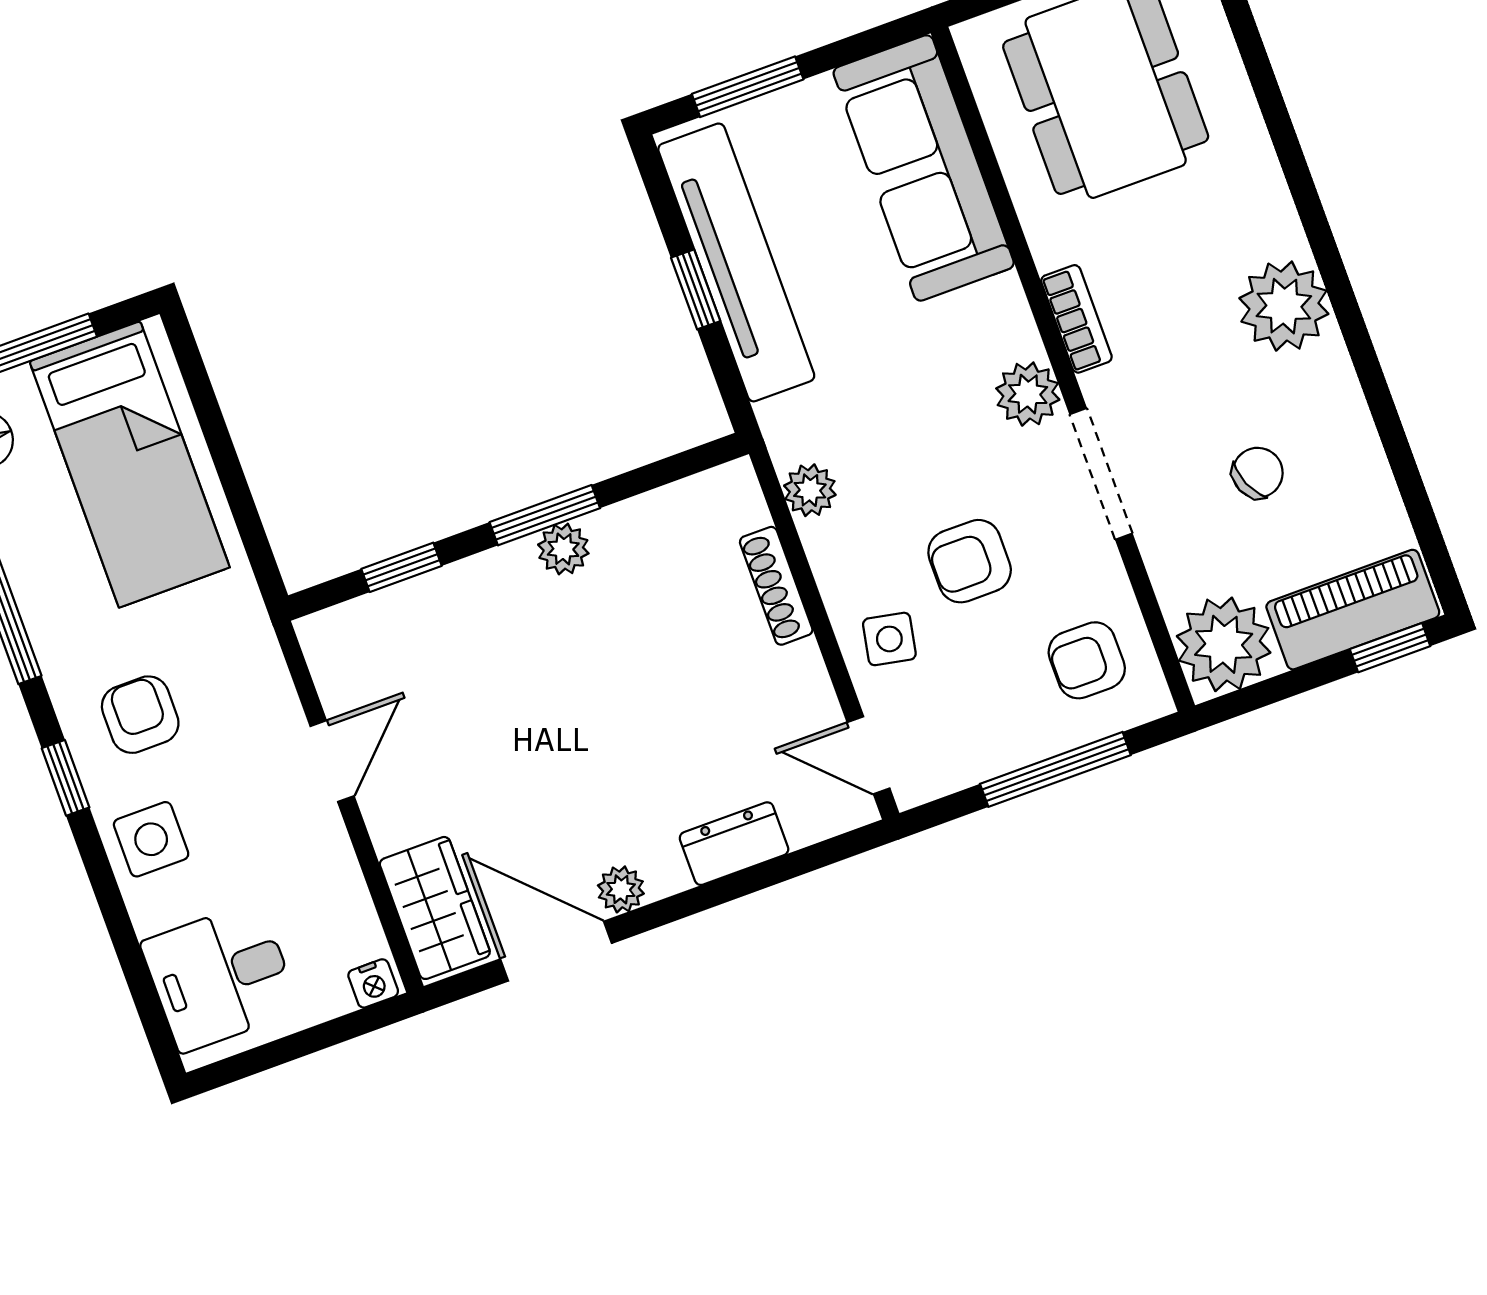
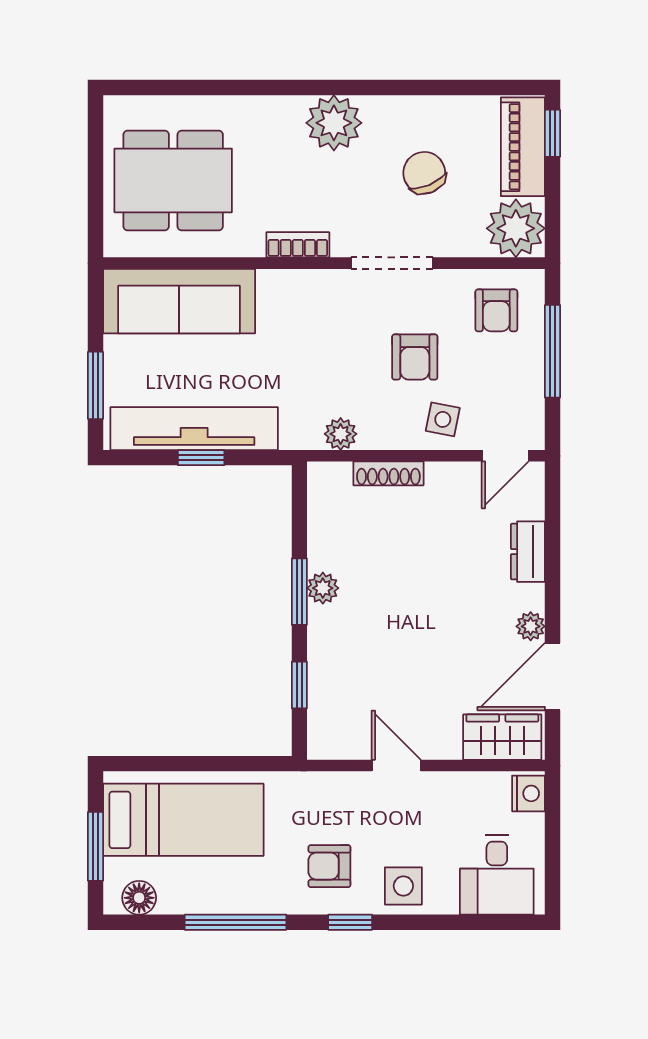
plant: (1028, 394) -> (331, 289), removed
chair: (1258, 473) -> (424, 173), width x1.37, depth x1.37
nightstand: (373, 983) -> (528, 793), width x1.39, depth x1.35

